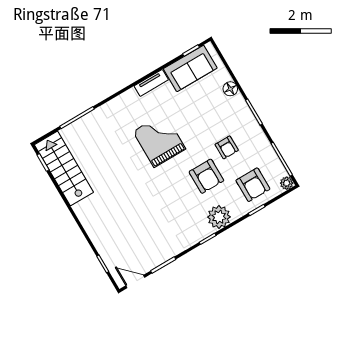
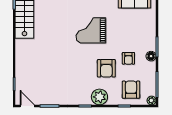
floor lamp: (230, 89) -> (151, 56), moved
grand piano: (159, 140) -> (91, 30), turned -90
armchair: (253, 185) -> (131, 90), turned 180

